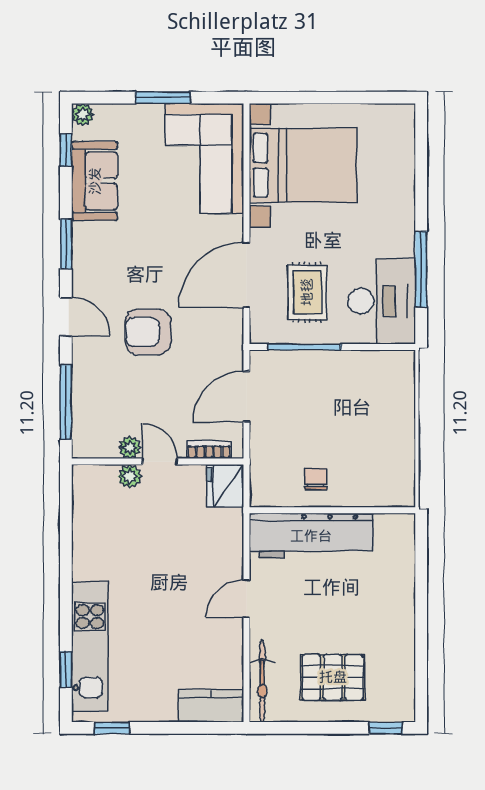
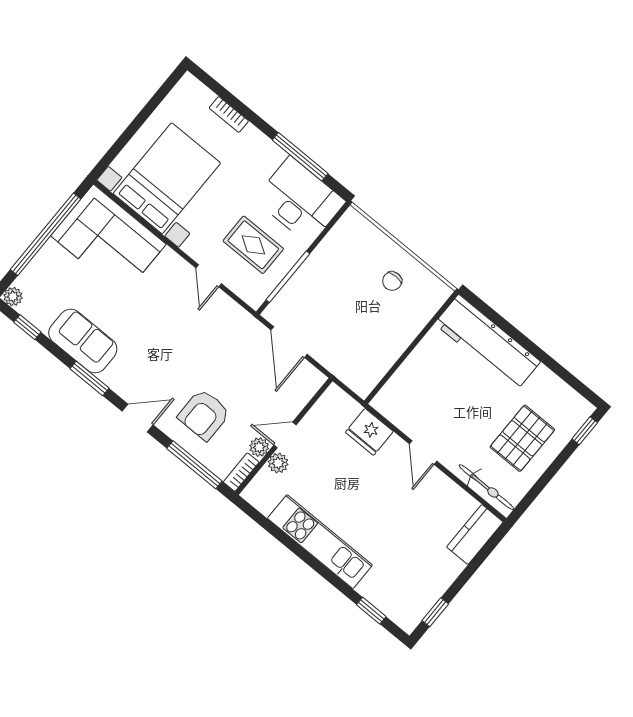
window: (163, 98) -> (46, 234), width x2.11
bookcase: (406, 174) -> (229, 114), added
sofa: (95, 181) -> (83, 341), moved
door: (246, 275) -> (209, 276), width x0.53
armchair: (148, 332) -> (204, 415), moved
bookcase: (209, 450) -> (241, 472), moved
chair: (316, 479) -> (392, 281), moved, turned -90
fridge: (225, 486) -> (369, 432), moved
workbench: (311, 536) -> (487, 343), moved, turned 90
kitchen unit: (90, 646) -> (320, 542), moved

